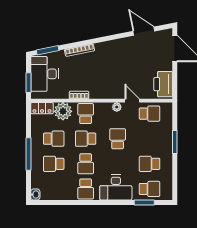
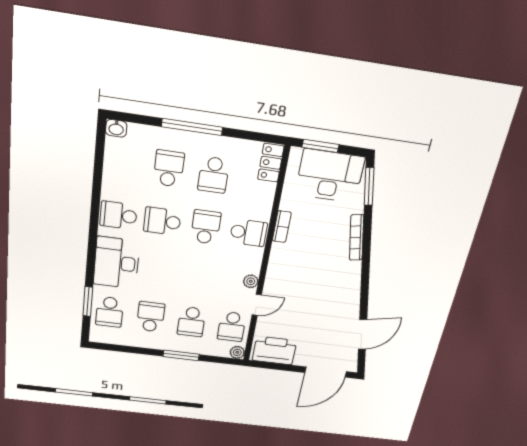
plant: (63, 111) -> (237, 352), moved, width x0.53, depth x0.53
school desk: (118, 139) -> (191, 322), moved, turned 90

